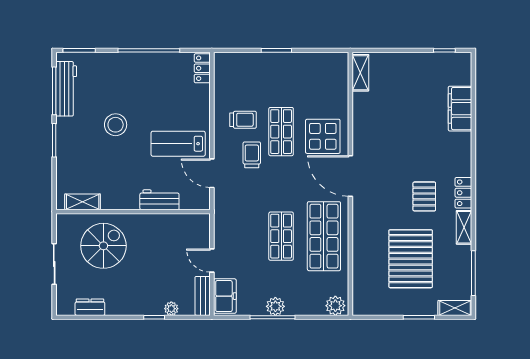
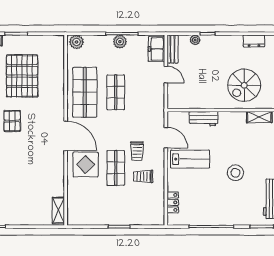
locker: (202, 68) -> (173, 202), moved

